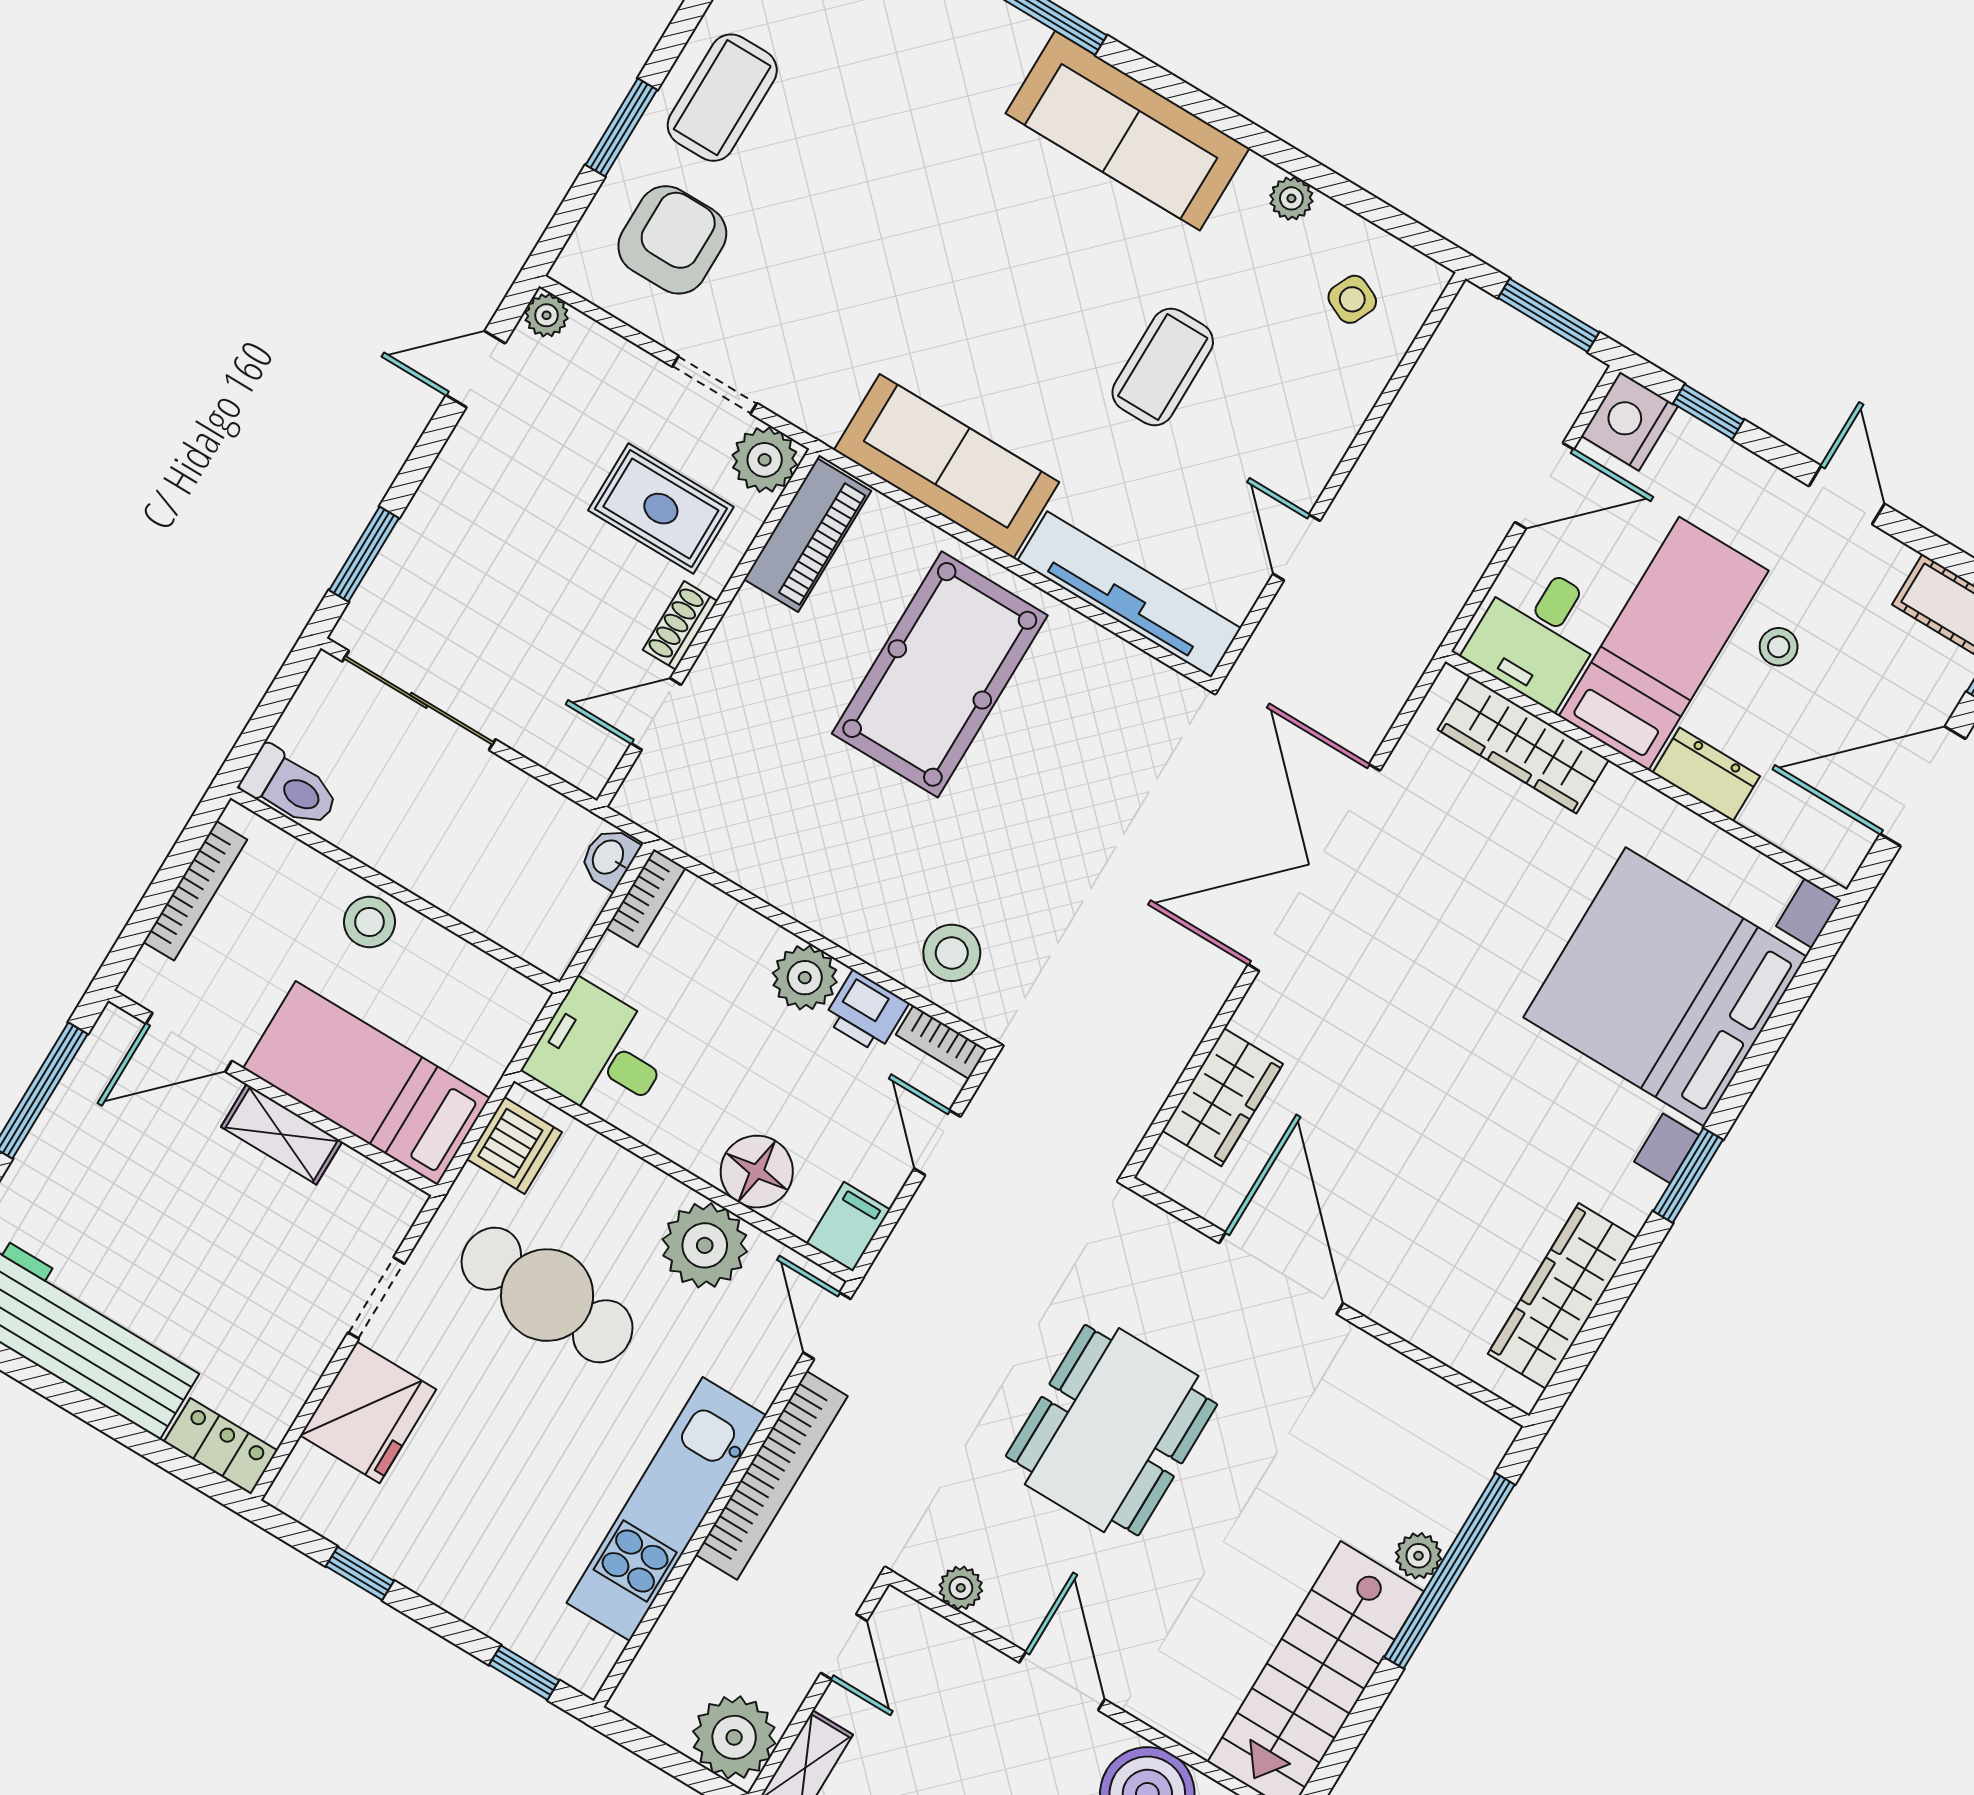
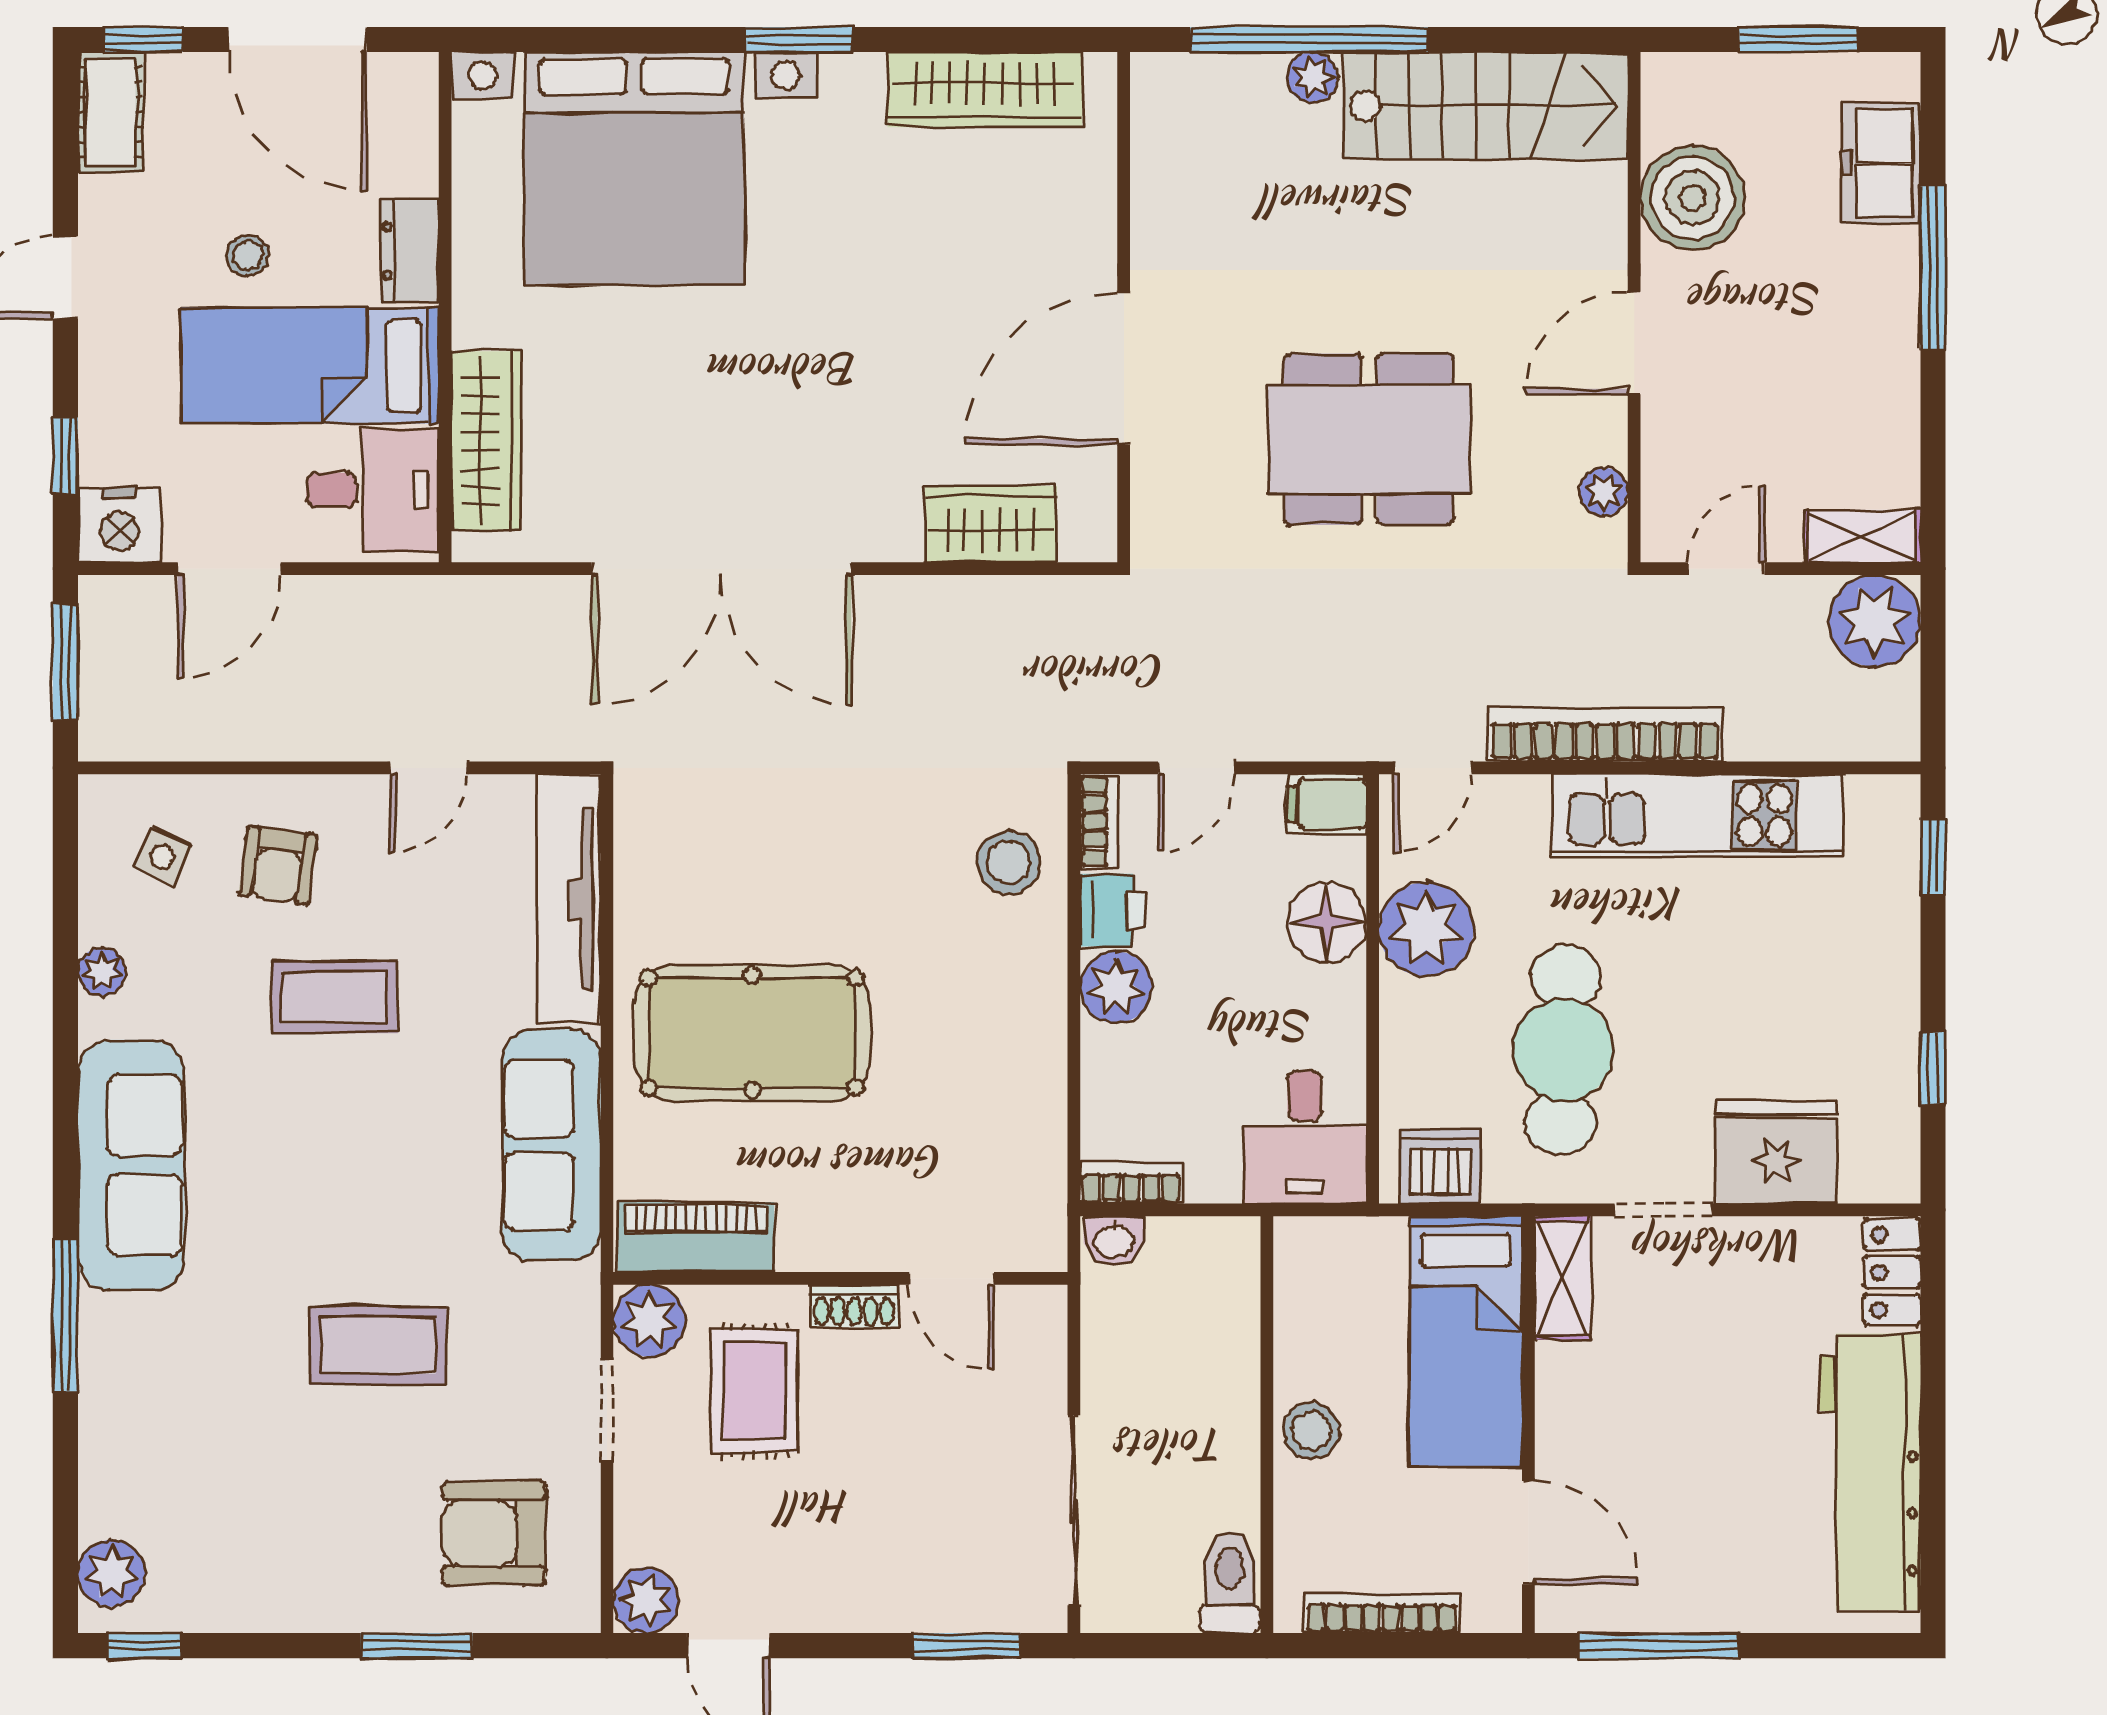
coffee table: (722, 98) -> (378, 1346), moved
plant: (546, 315) -> (646, 1600), width x1.38, depth x1.38
armchair: (1291, 385) -> (278, 865), added
door: (1544, 486) -> (229, 569), swing flipped
shelving: (282, 1134) -> (1562, 1278), moved

